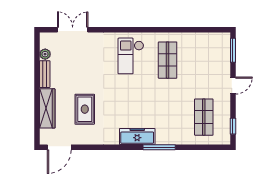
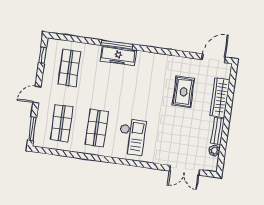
shop shelf: (204, 60) -> (62, 123), added
freezer: (137, 137) -> (118, 56), moved

